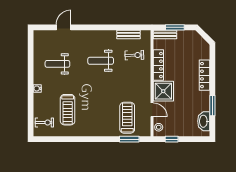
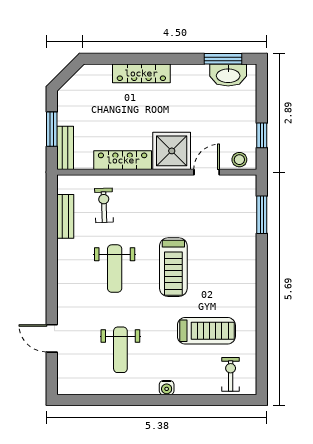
window: (212, 106) -> (223, 59), moved
treadmill: (127, 118) -> (173, 267), moved, turned -90

